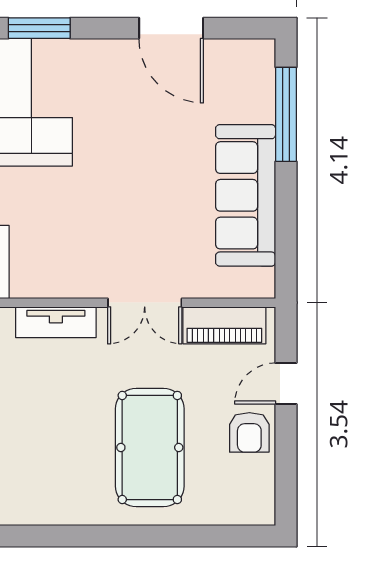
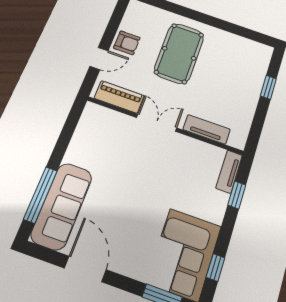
sofa: (246, 195) -> (62, 206), moved
armchair: (249, 432) -> (127, 43), turned 90

